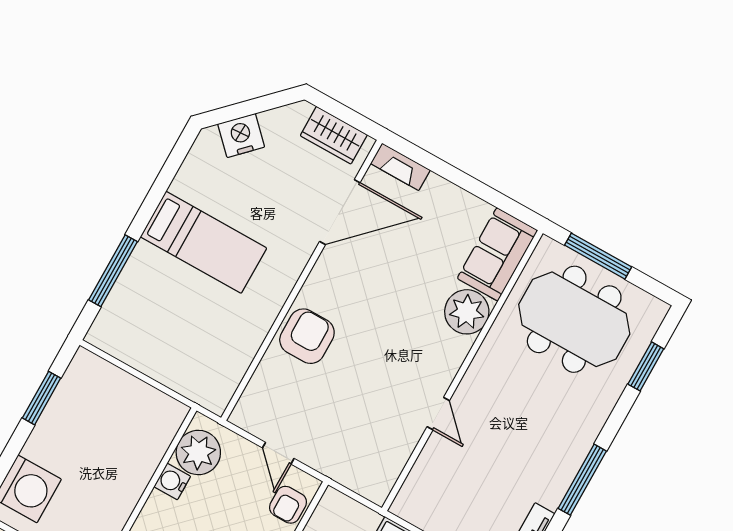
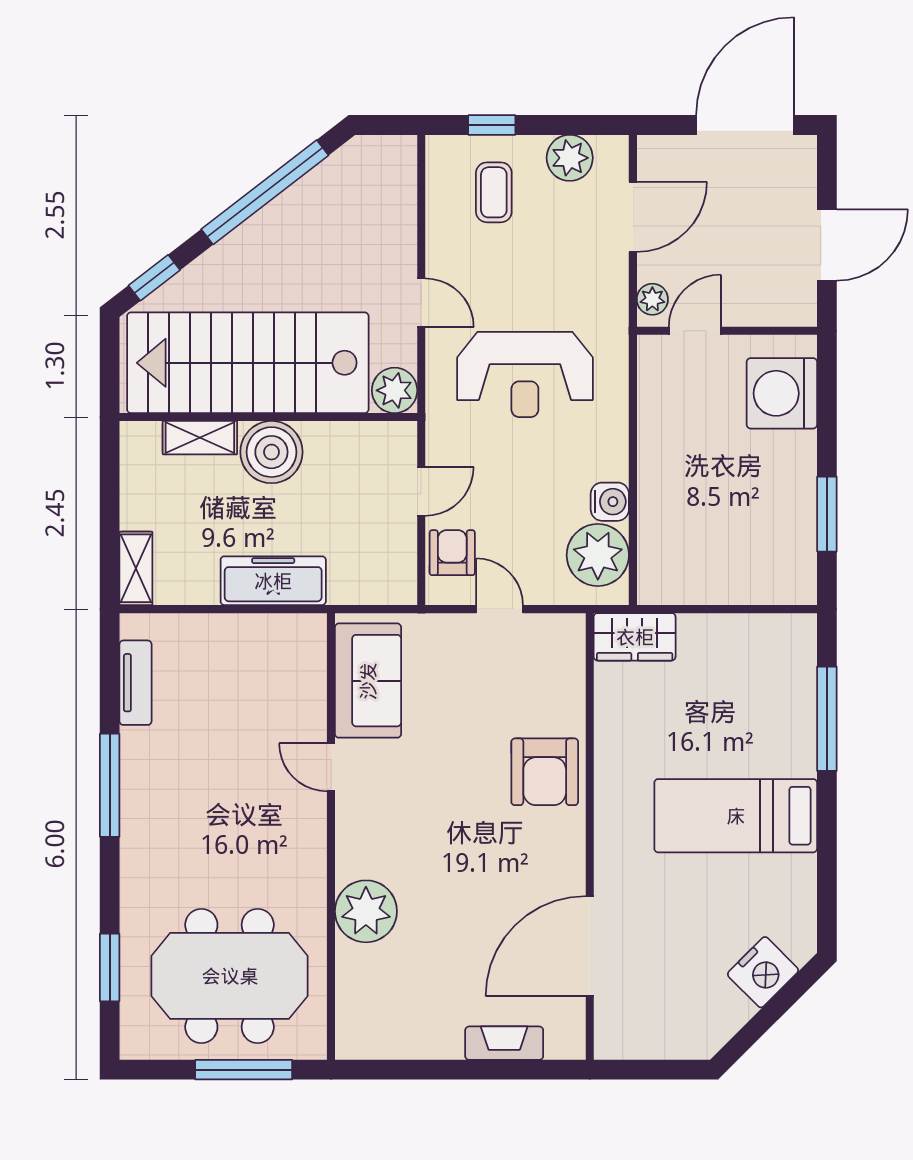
wardrobe: (334, 135) -> (635, 637), moved, turned 180
fireplace: (400, 167) -> (504, 1043), moved
sofa: (497, 254) -> (368, 681), moved

